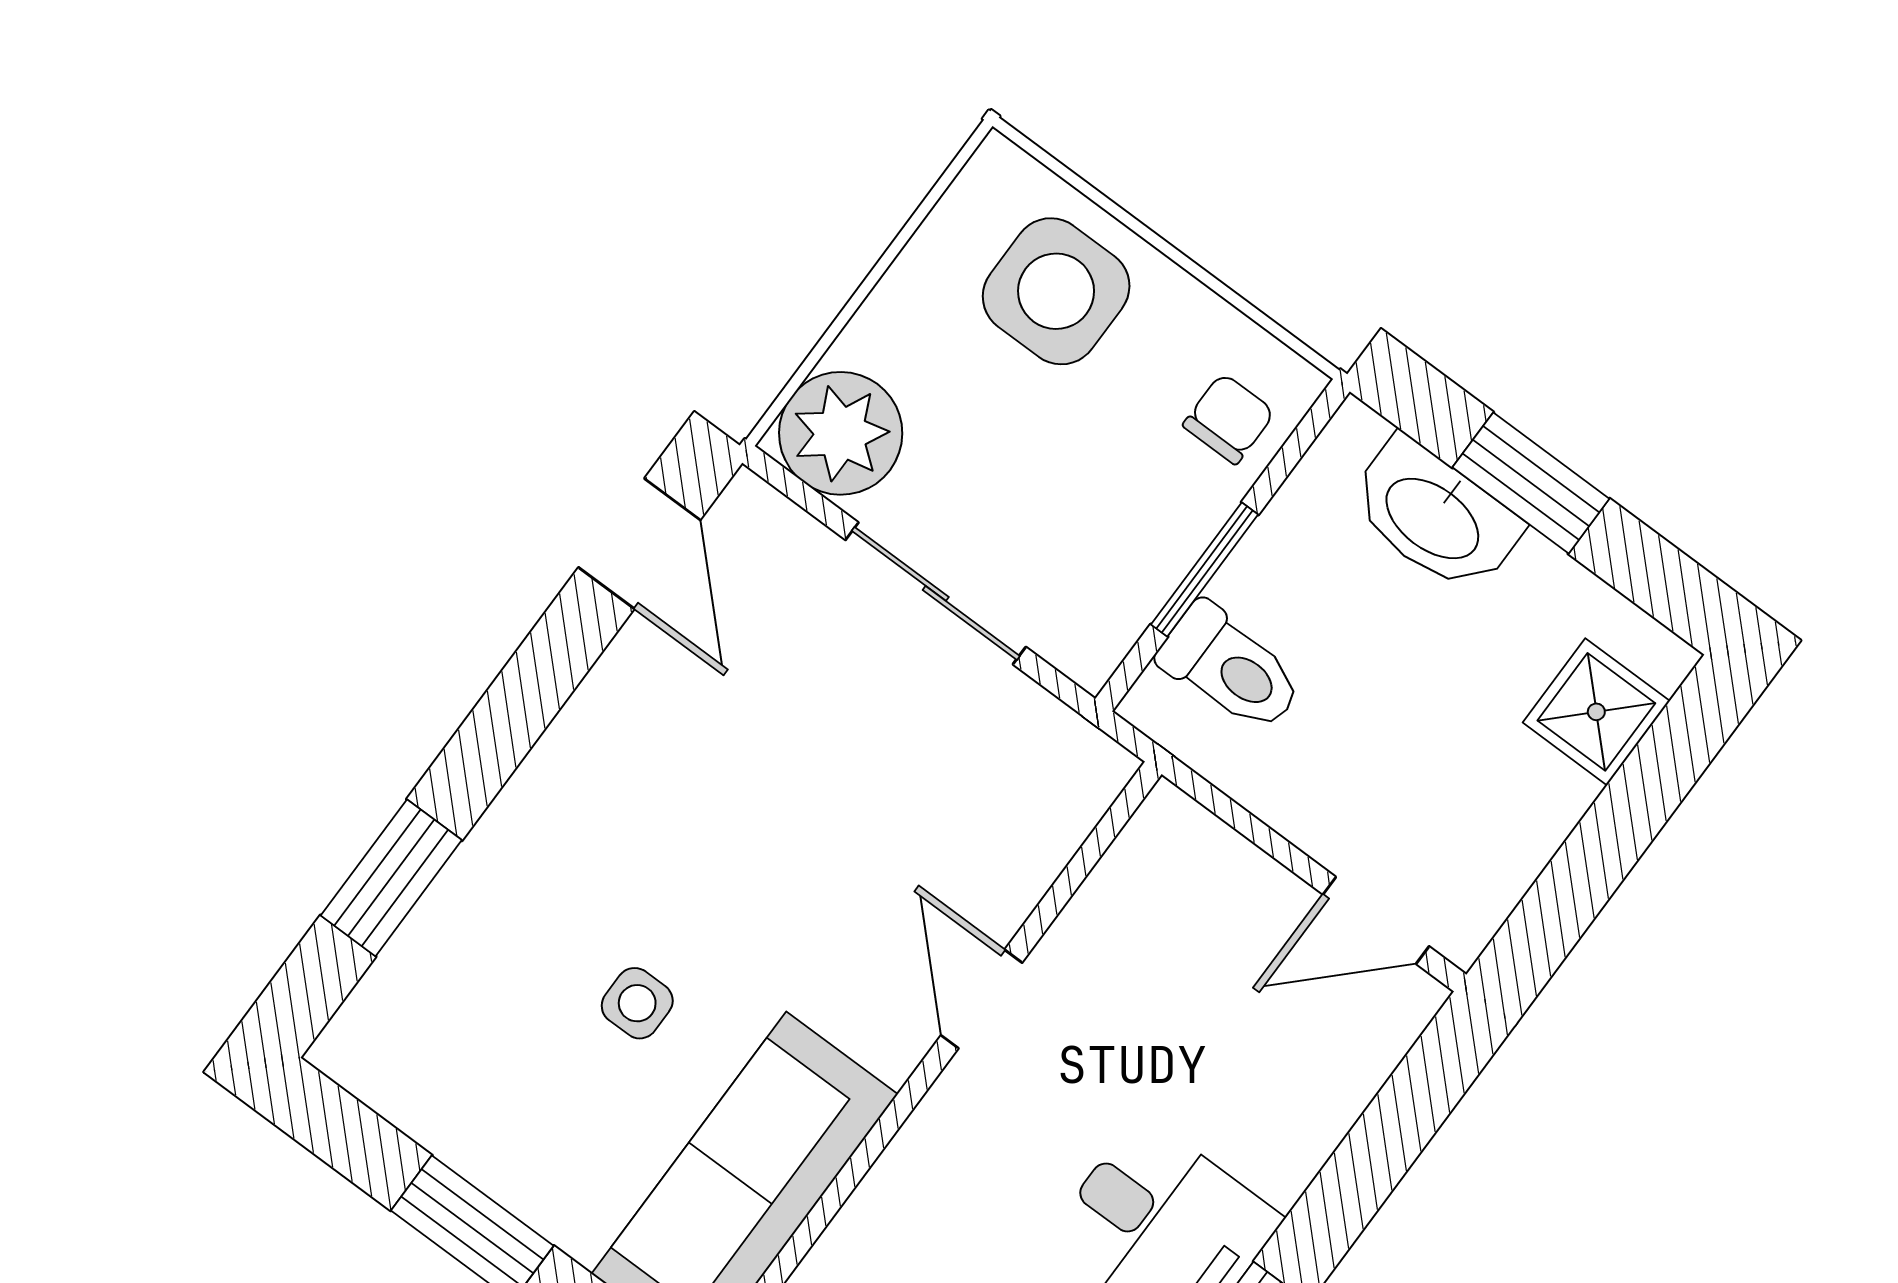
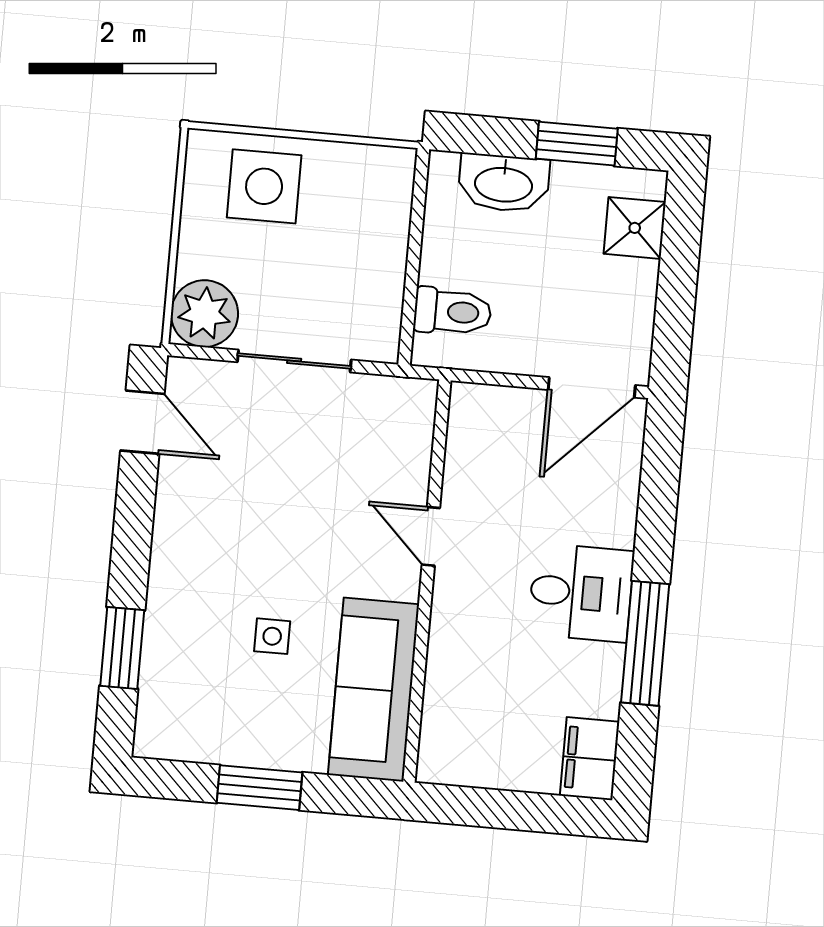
chair: (1229, 419) -> (381, 196), removed
window: (1531, 483) -> (577, 144), moved
window: (1205, 570) -> (412, 273), removed
door: (1376, 920) -> (592, 387), width x1.38

